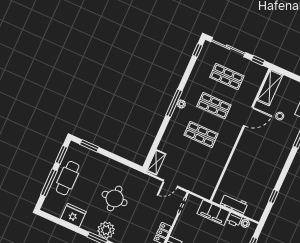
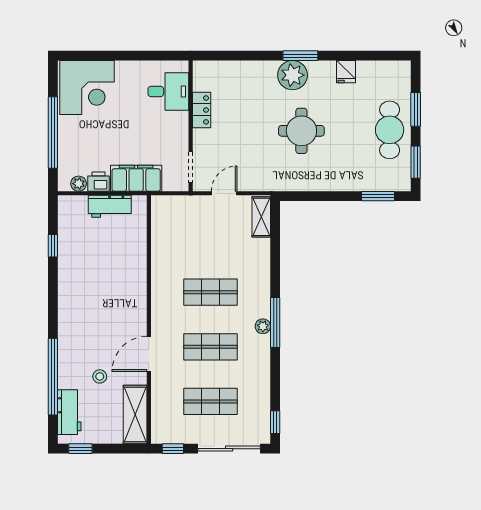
window: (49, 183) -> (416, 109), width x0.69
fridge: (73, 215) -> (346, 72), width x0.53, depth x0.75

